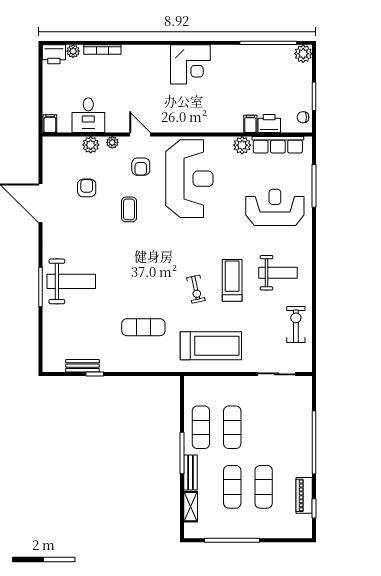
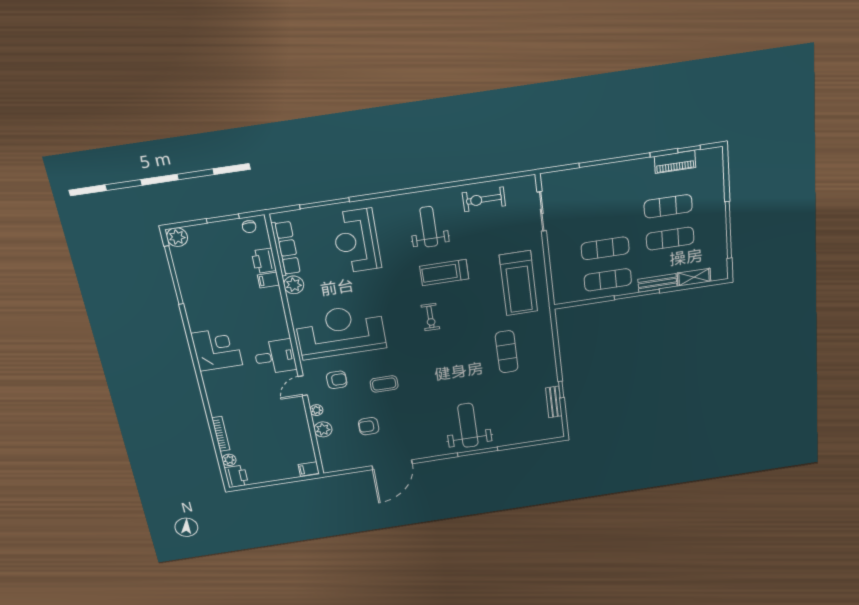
desk: (88, 115) -> (275, 357), moved
exercise bike: (196, 289) -> (430, 317), moved, turned 102
treadmill: (211, 346) -> (519, 283), turned 180

